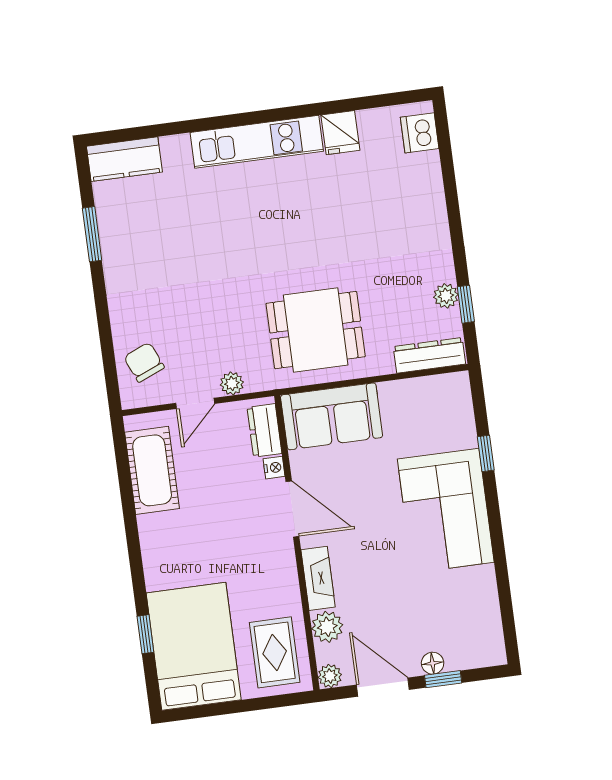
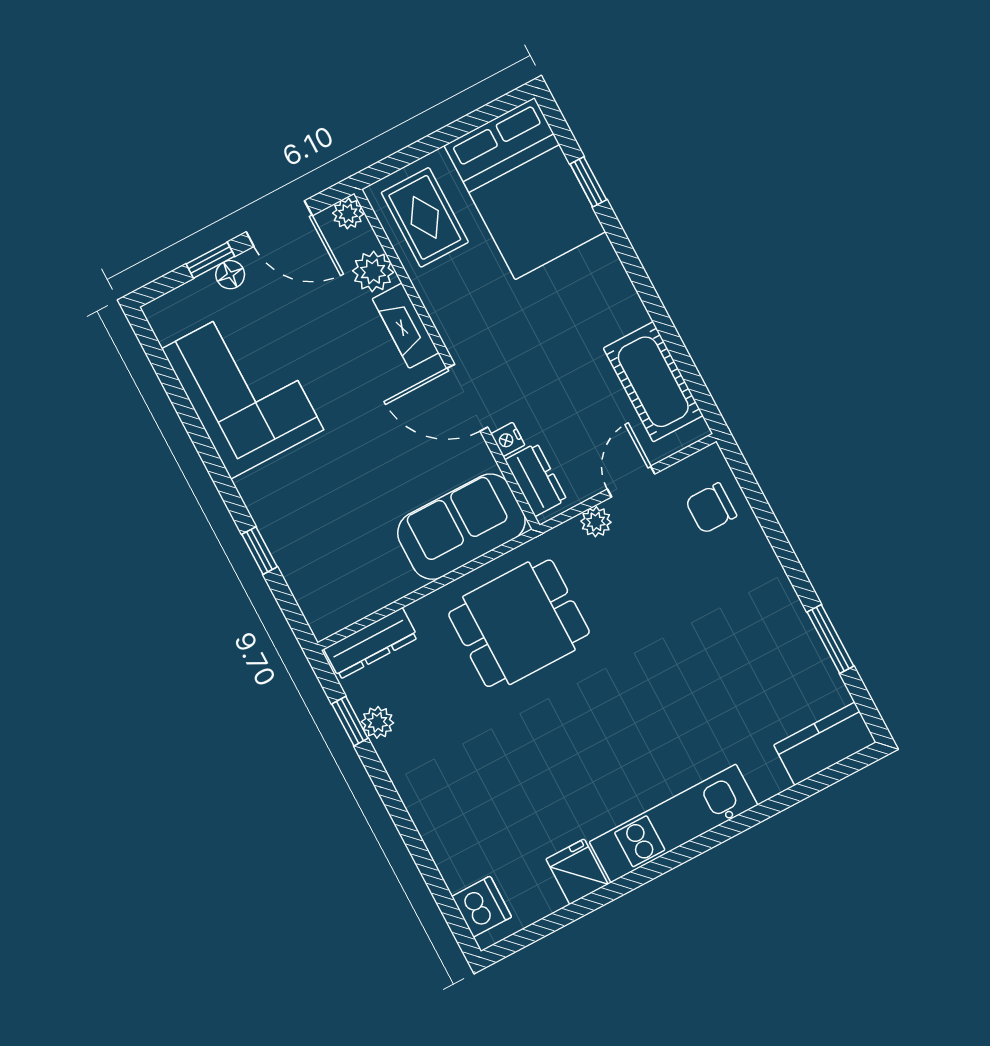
chair: (144, 362) -> (711, 508), turned 113
corner sofa: (446, 511) -> (243, 389), moved

